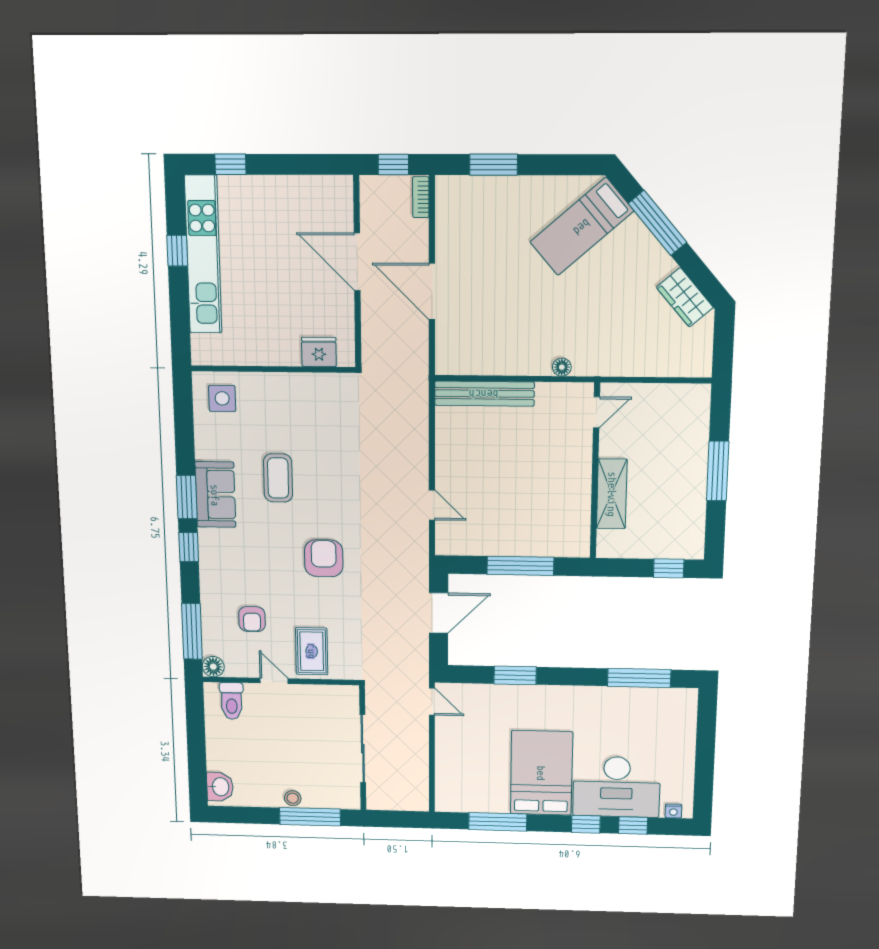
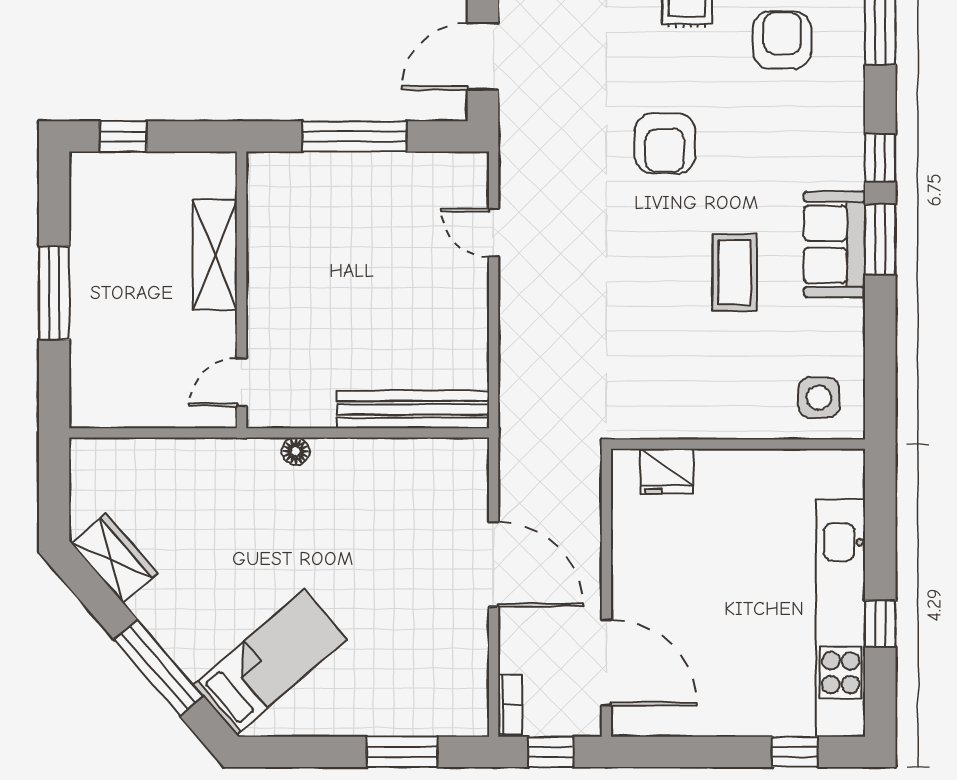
door: (357, 262) -> (606, 663), moved
armchair: (252, 619) -> (782, 40), width x1.38, depth x1.38

